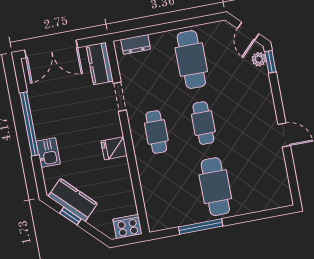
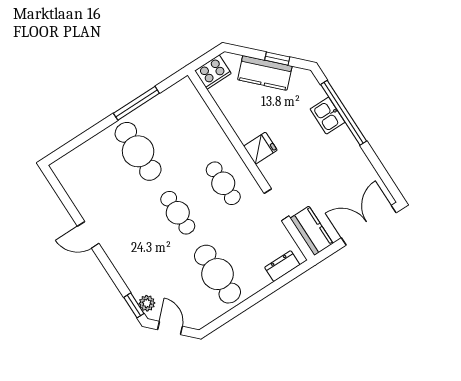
window: (29, 124) -> (344, 113), moved
kitchen counter: (73, 200) -> (265, 73), moved

